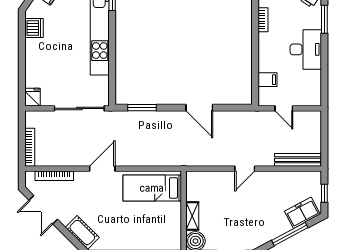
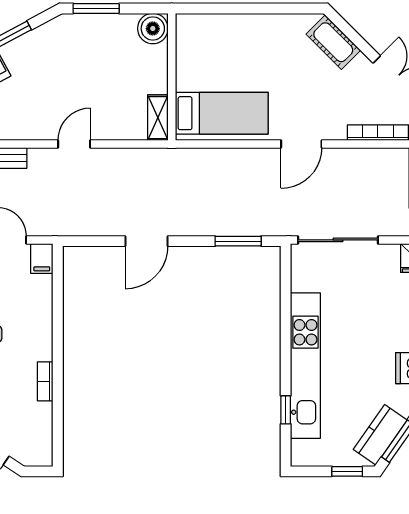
filing cabinet: (267, 80) -> (42, 258), moved, turned -90
door: (199, 108) -> (147, 241), swing flipped
shelving: (192, 216) -> (158, 118), moved

